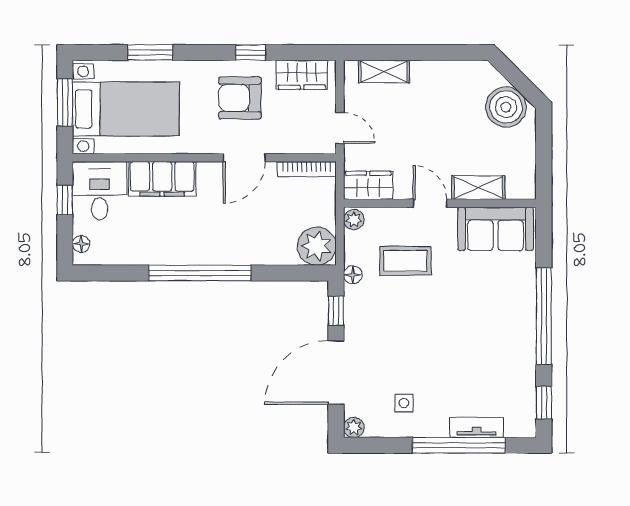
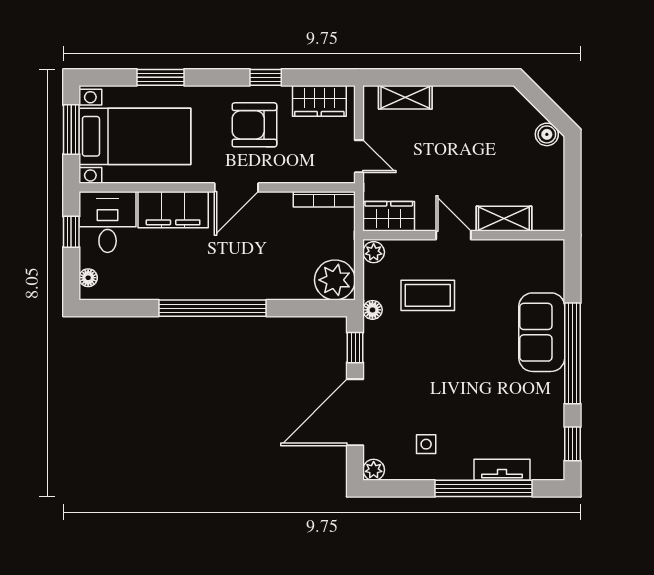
boiler: (506, 107) -> (547, 134), width x0.54, depth x0.54
door: (244, 158) -> (236, 187), moved
sofa: (496, 229) -> (542, 332), moved, turned 90

